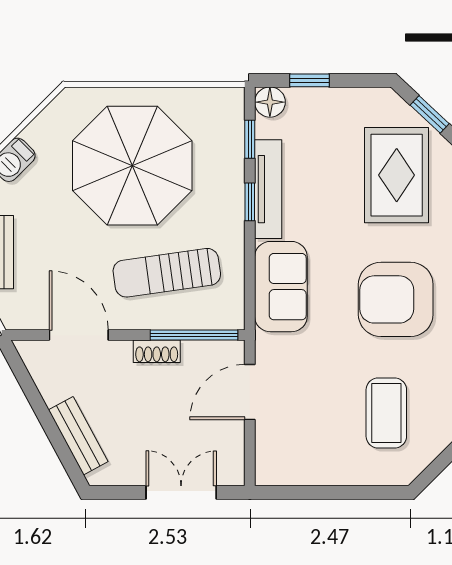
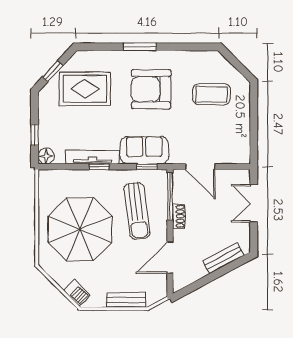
window: (250, 139) -> (147, 167), moved
armchair: (396, 299) -> (151, 89), turned 90

